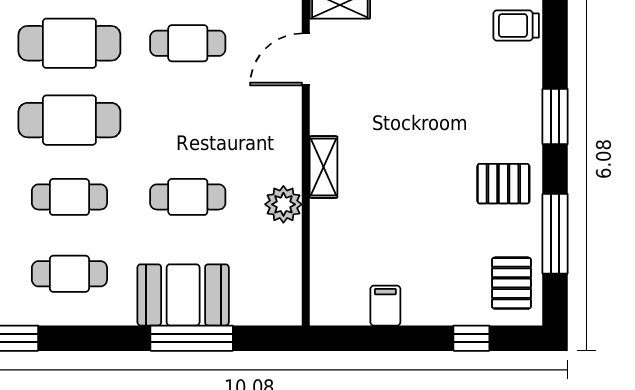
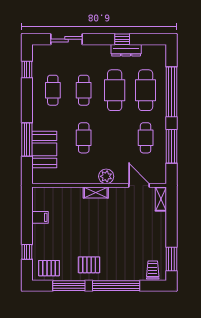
window: (555, 116) -> (116, 286), width x2.11
pallet: (503, 184) -> (89, 265), turned 90
plant: (283, 204) -> (106, 176), moved
booth: (183, 295) -> (44, 149), moved

